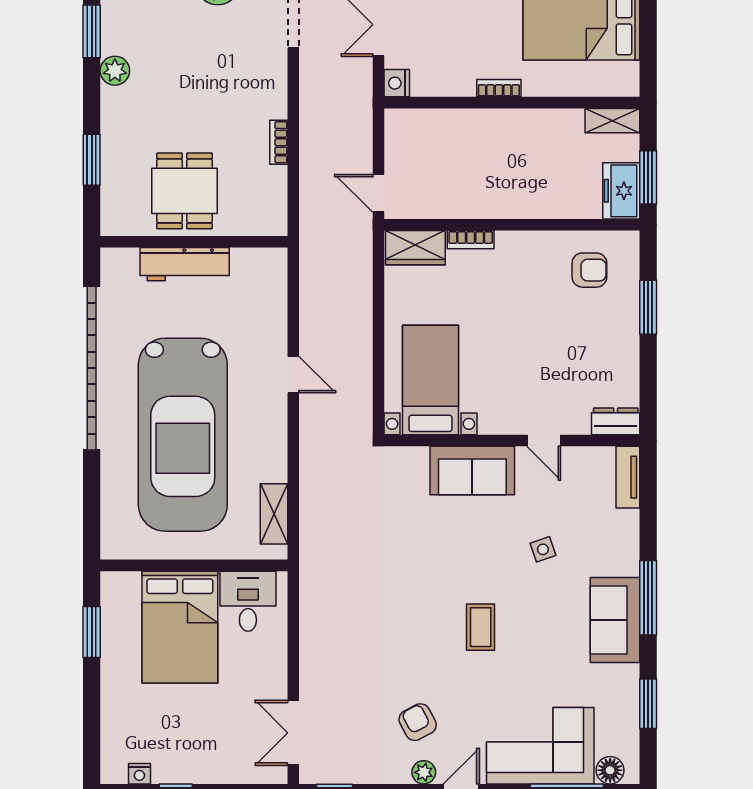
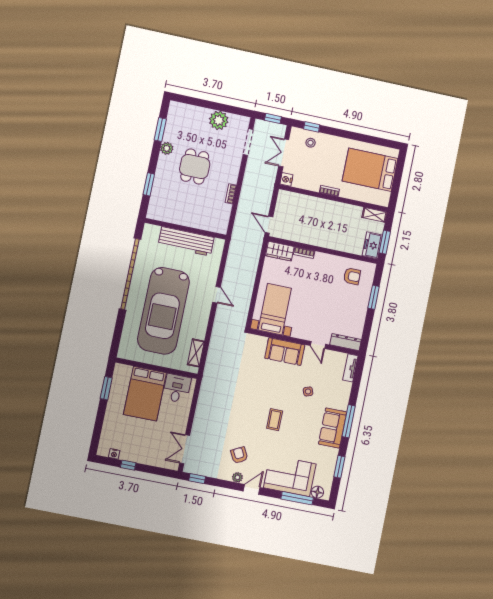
dining table: (185, 191) -> (195, 166), moved
workbench: (185, 264) -> (186, 241), width x1.36, depth x1.32
dresser: (616, 421) -> (346, 342), width x1.44

